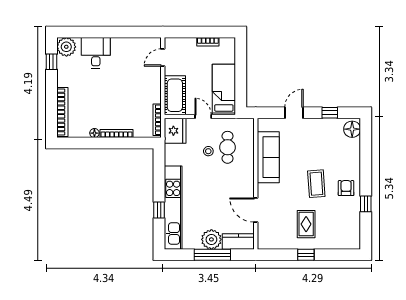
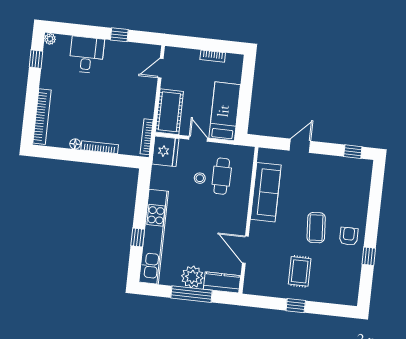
window: (123, 32) -> (119, 35), added
plant: (66, 47) -> (50, 39), width x0.53, depth x0.53
window: (330, 113) -> (353, 152), moved
floor lamp: (352, 129) -> (363, 171), removed

